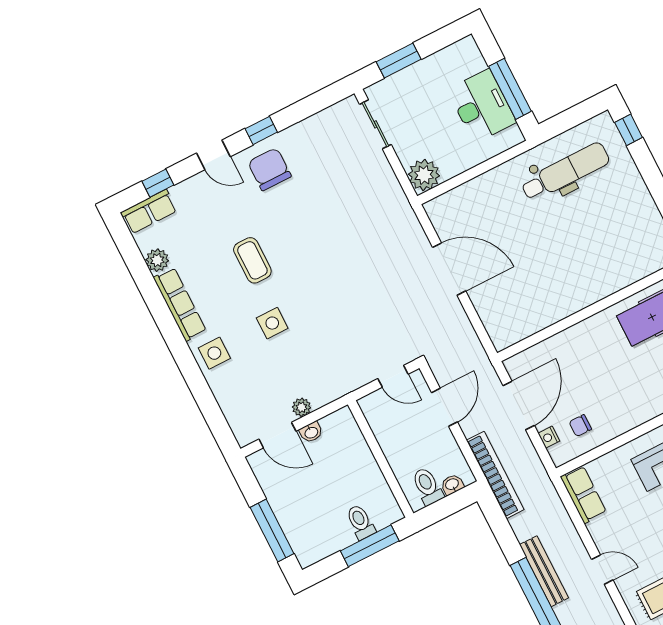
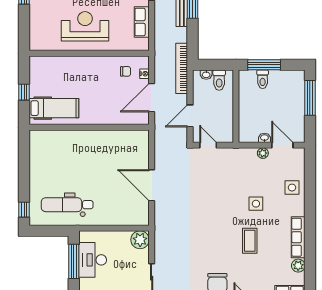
side table: (214, 353) -> (292, 188), moved
row of seats: (583, 495) -> (142, 22), moved

